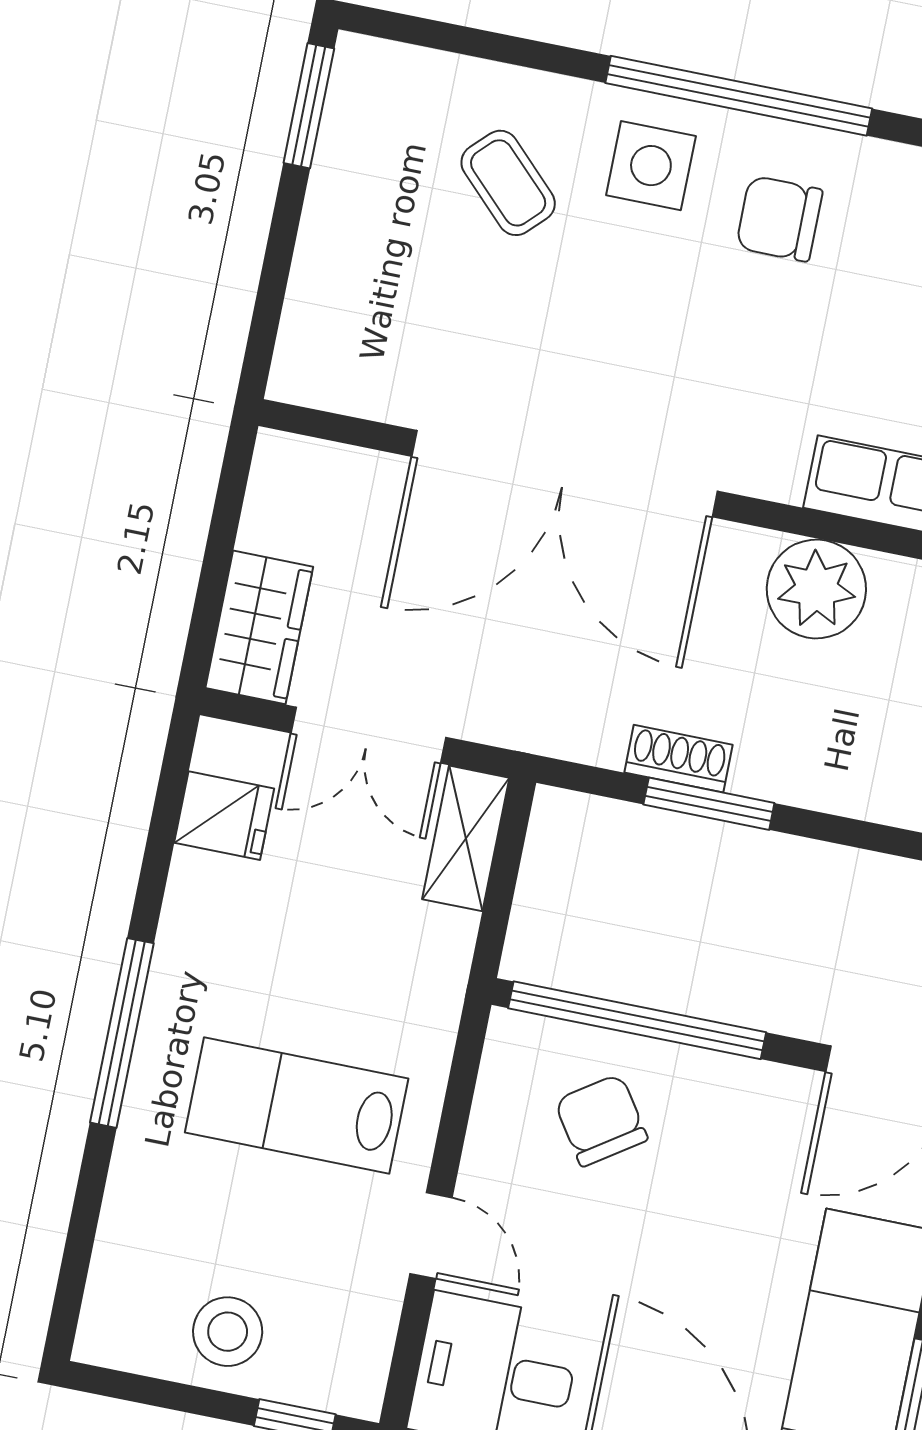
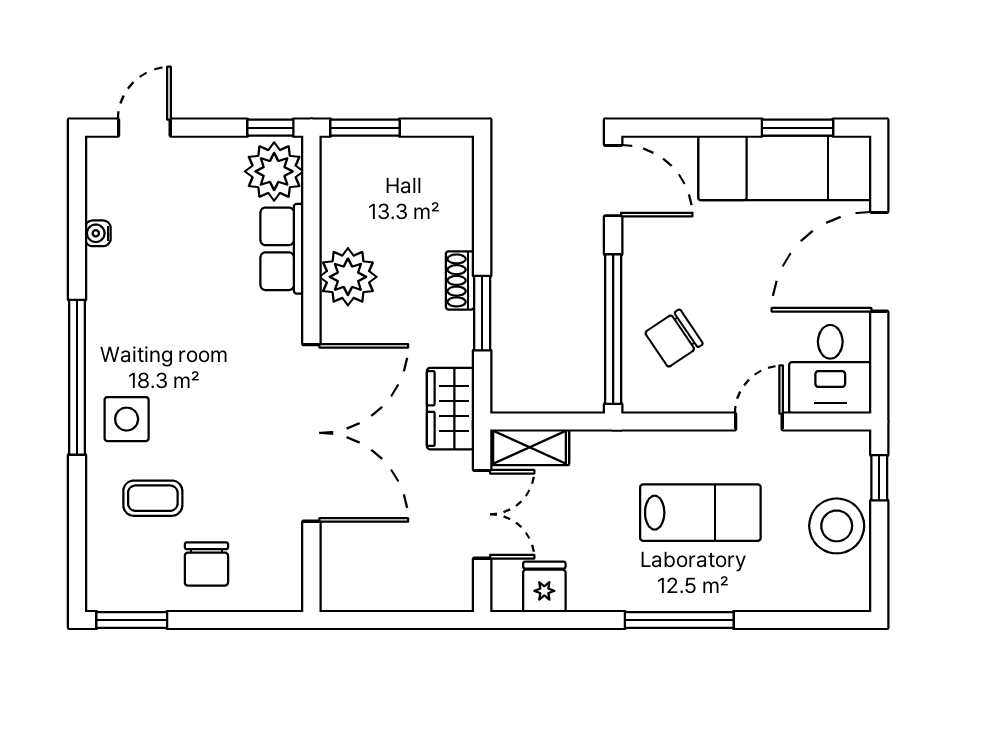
coffee table: (508, 183) -> (153, 498), turned 45
chair: (779, 219) -> (206, 564), moved
wardrobe: (259, 627) -> (451, 409), moved, turned -90
shoe rack: (679, 759) -> (460, 280), moved
lab bench: (297, 1105) -> (700, 513), turned -90
stool: (228, 1332) -> (837, 526), width x1.38, depth x1.38

